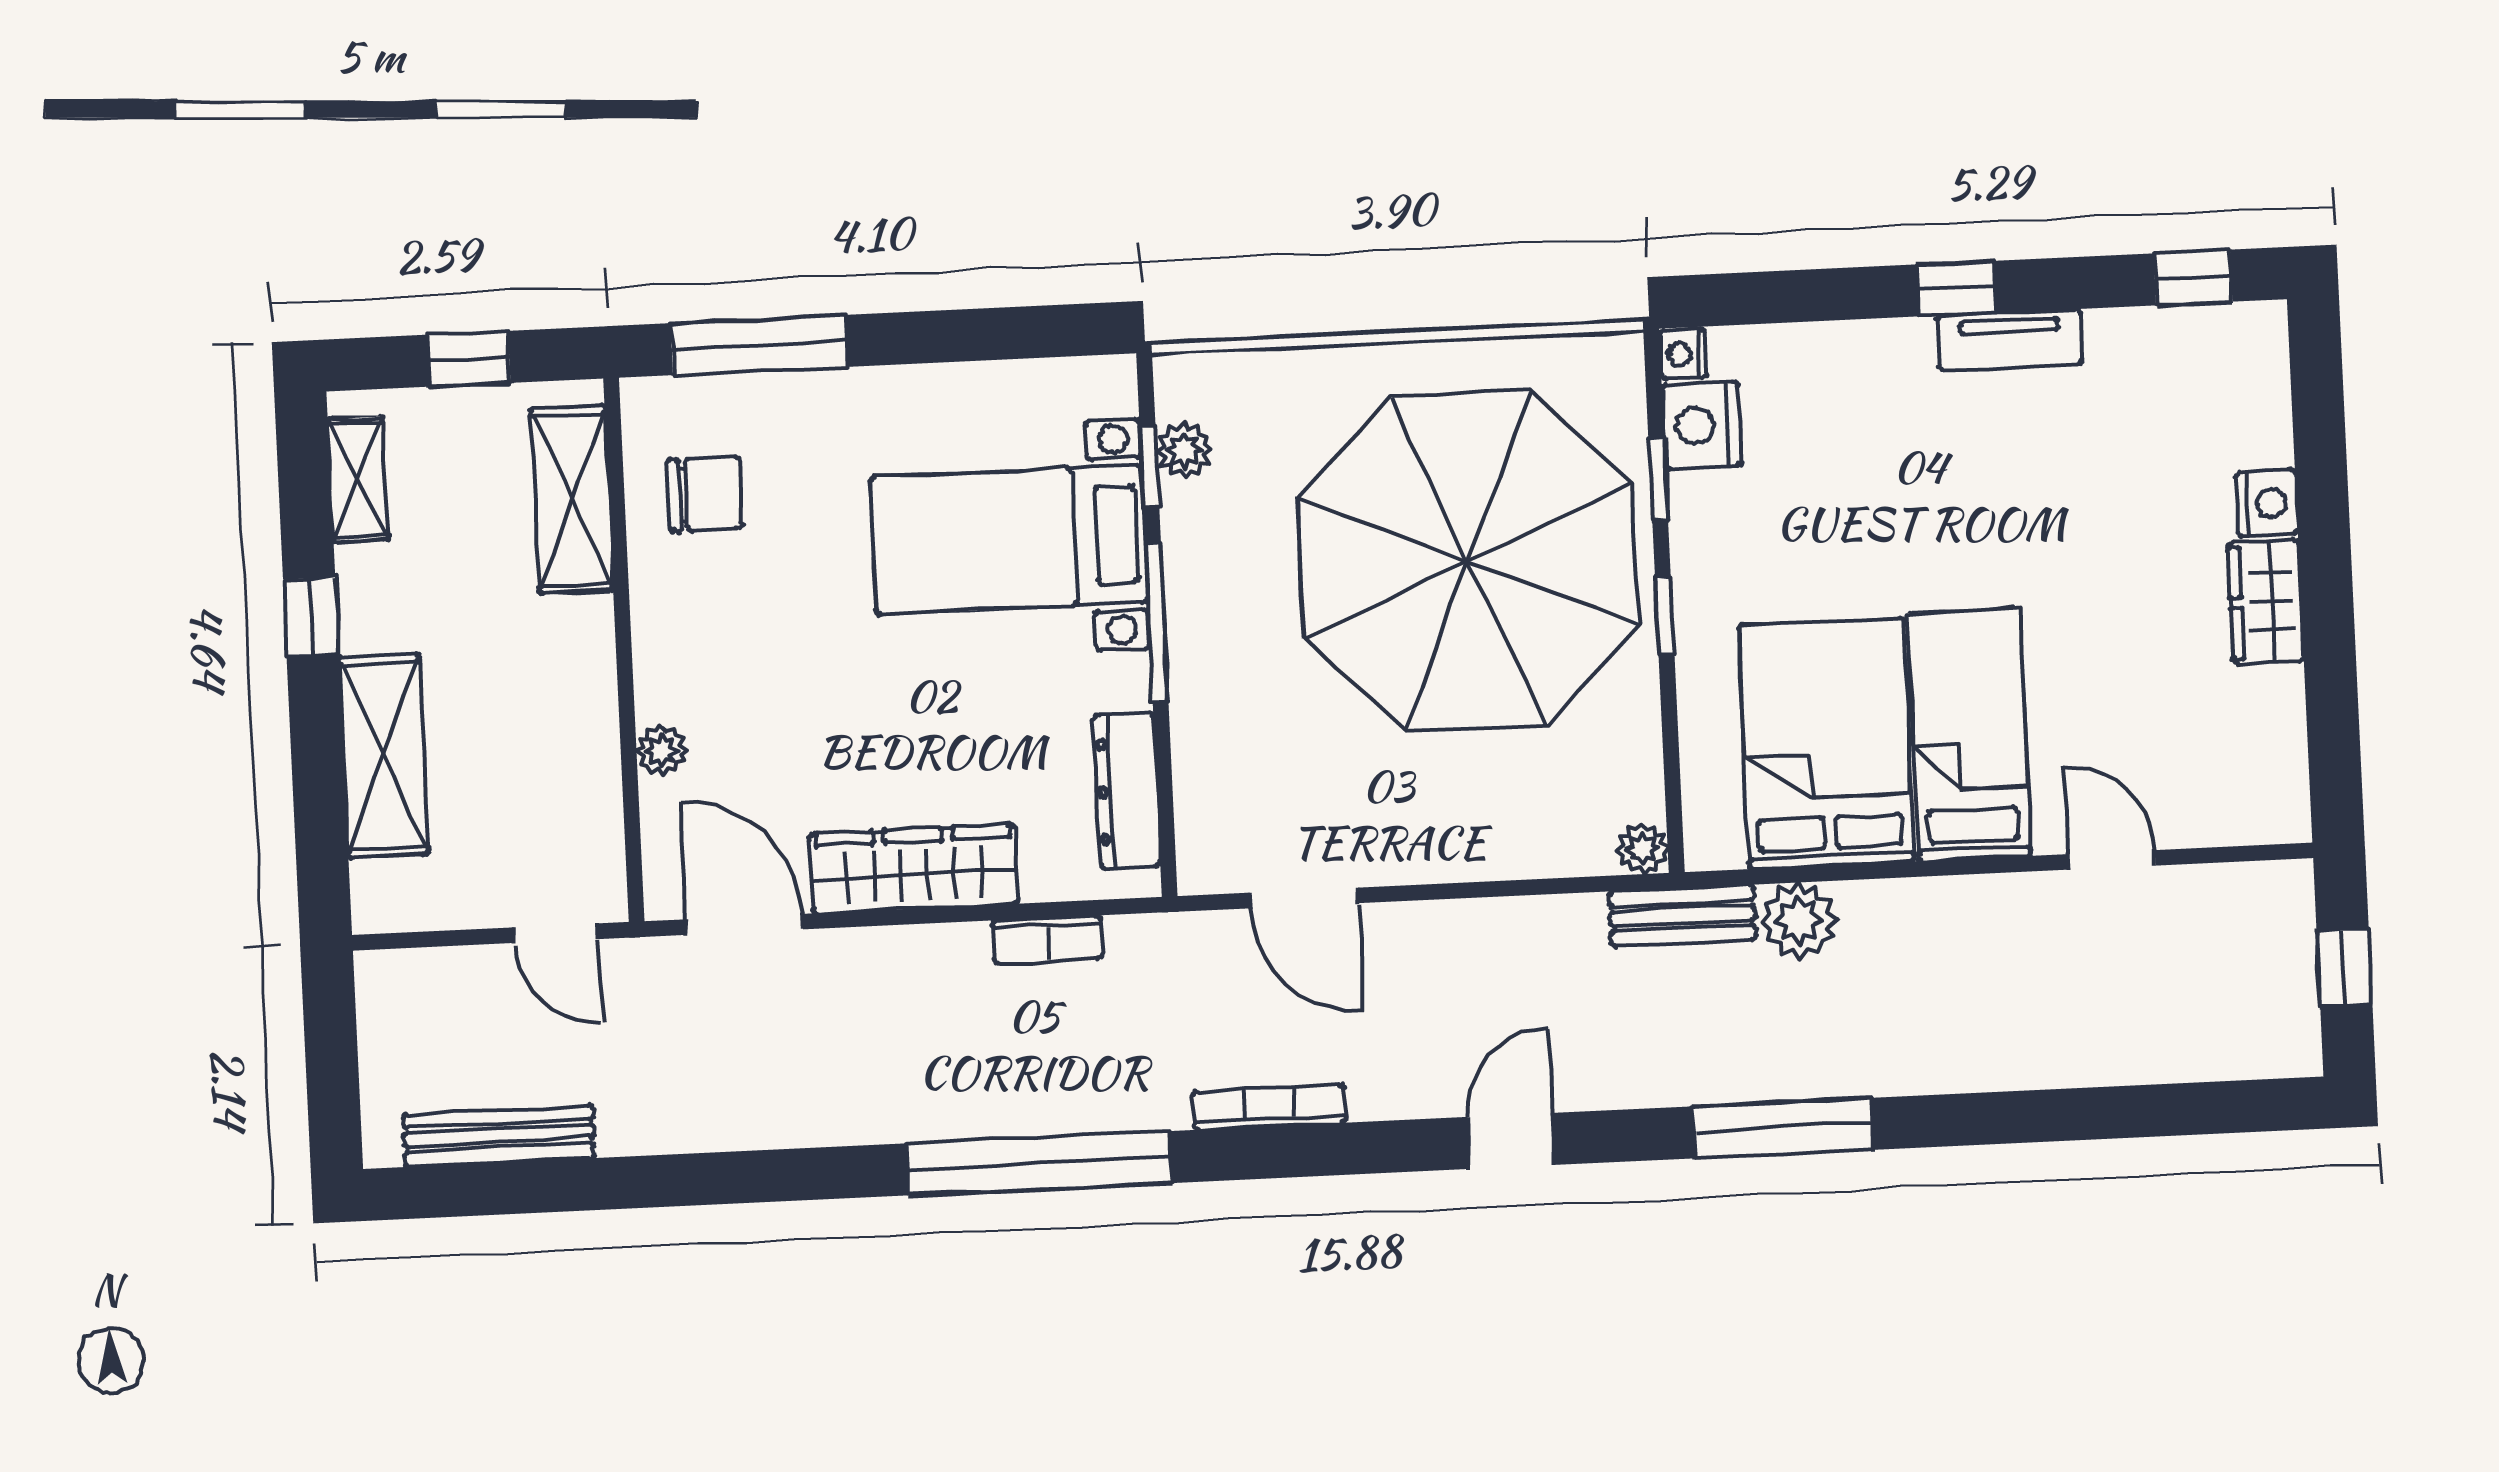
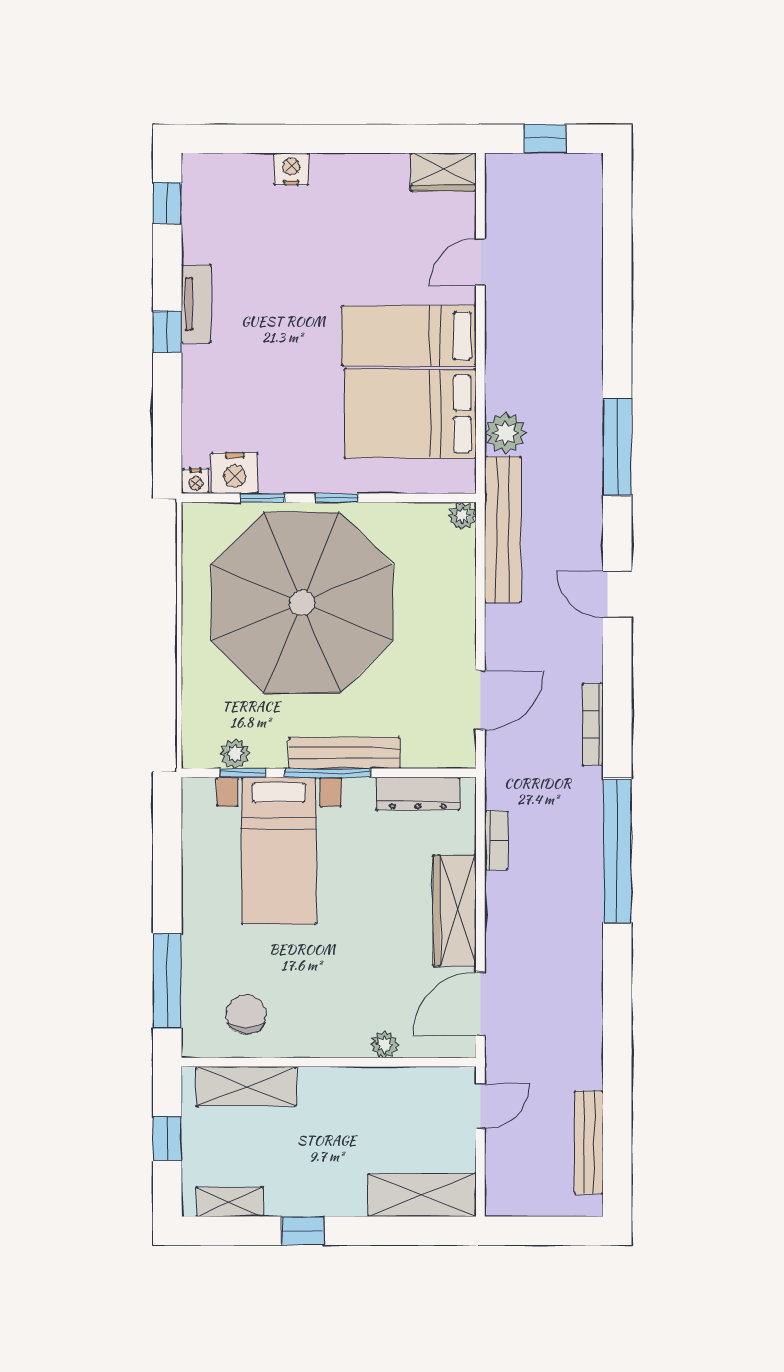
wardrobe: (2266, 602) -> (443, 172), moved
bench: (1195, 652) -> (344, 753), added
shelving: (384, 756) -> (422, 1195), moved
bench: (1683, 916) -> (503, 530), width x1.86, depth x1.21

